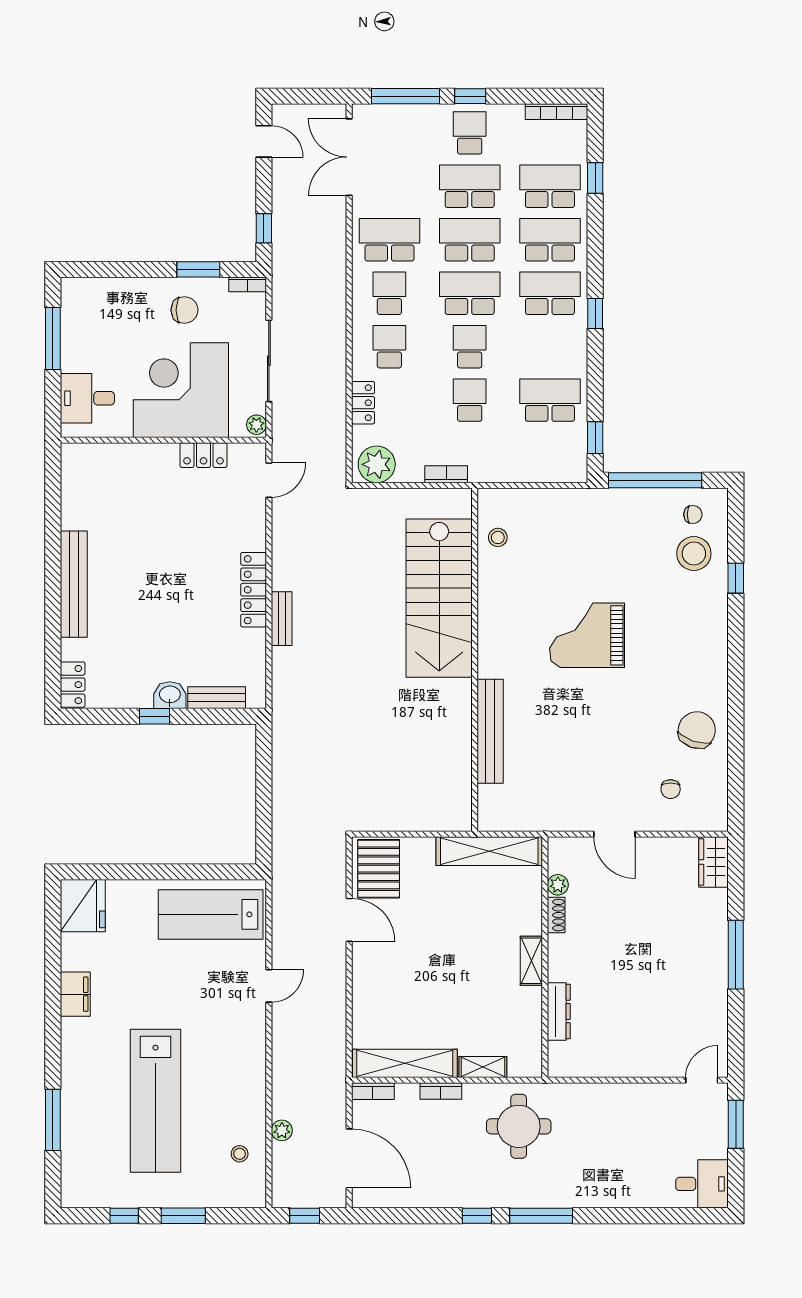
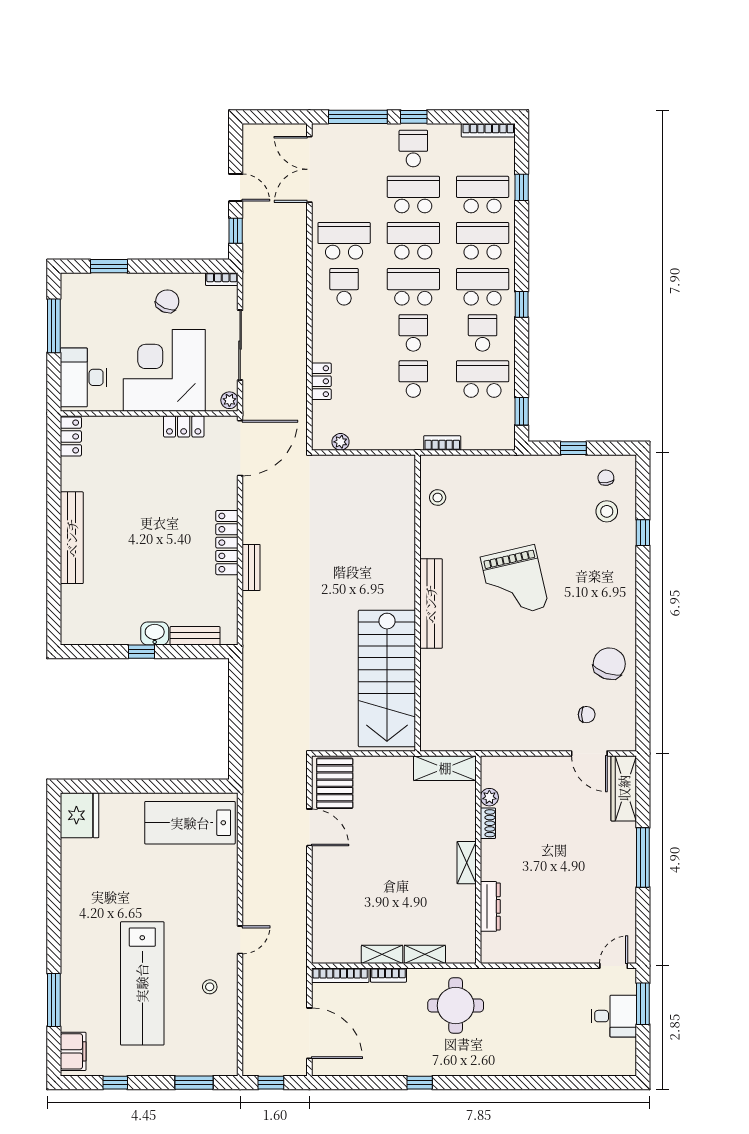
door: (264, 141) -> (236, 188), moved
window: (198, 269) -> (109, 266), moved
chair: (185, 310) -> (167, 301), turned -67
school desk: (389, 347) -> (483, 333), moved
desk: (87, 398) -> (84, 377), width x1.37
plant: (377, 464) -> (341, 442), width x0.53, depth x0.53
bookcase: (446, 474) -> (442, 443), moved
door: (269, 480) -> (240, 448), width x1.88
window: (655, 480) -> (573, 448), width x0.32
chair: (693, 514) -> (606, 478), turned -98
stool: (694, 553) -> (607, 511), width x0.73, depth x0.73
stairs: (439, 598) -> (387, 679), moved
grand piano: (587, 635) -> (515, 582), turned -103
locker: (73, 685) -> (71, 436), moved
bench: (490, 731) -> (431, 604), moved
chair: (671, 789) -> (587, 715), turned -89
door: (614, 834) -> (589, 754), moved
shelving: (489, 851) -> (445, 768), width x0.68
wardrobe: (714, 862) -> (624, 788), width x1.50
door: (269, 986) -> (240, 940), moved
filing cabinet: (75, 994) -> (73, 1051), moved
shelving: (405, 1063) -> (382, 954), width x0.45, depth x0.75
bookcase: (373, 1091) -> (340, 975), width x1.56
plant: (282, 1130) -> (251, 1009), removed
stool: (240, 1154) -> (210, 987), moved
desk: (702, 1184) -> (614, 1016), moved
window: (183, 1216) -> (194, 1083), moved
window: (541, 1216) -> (475, 1083), removed

